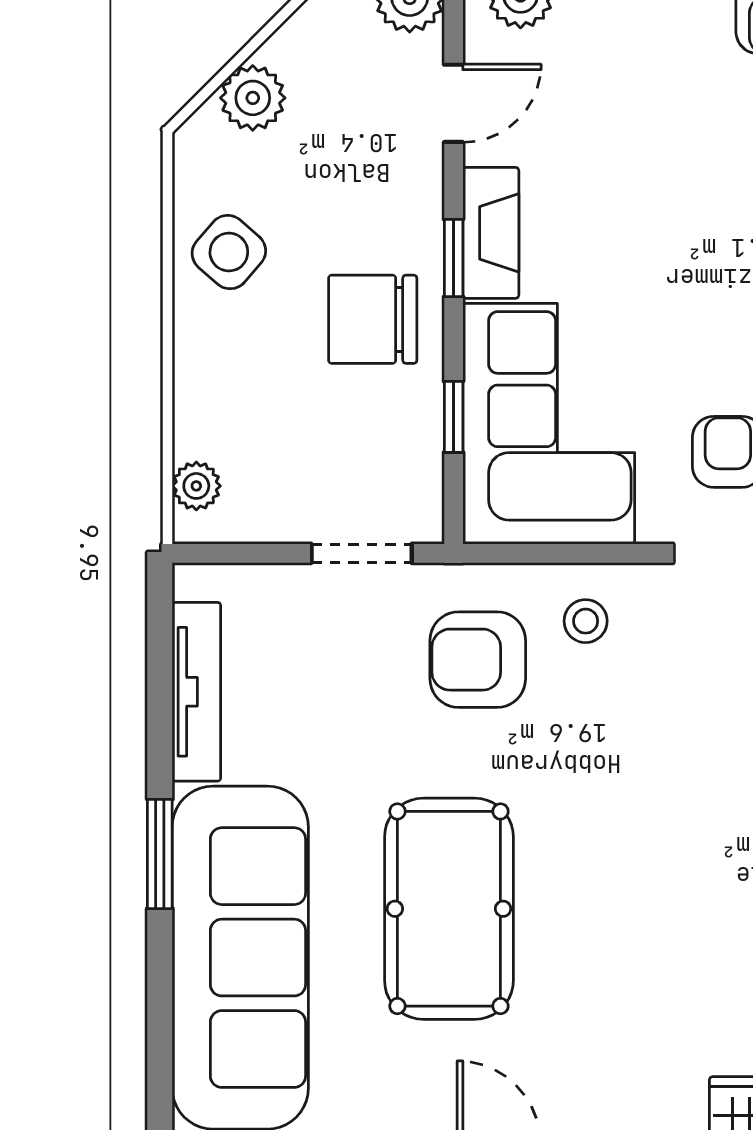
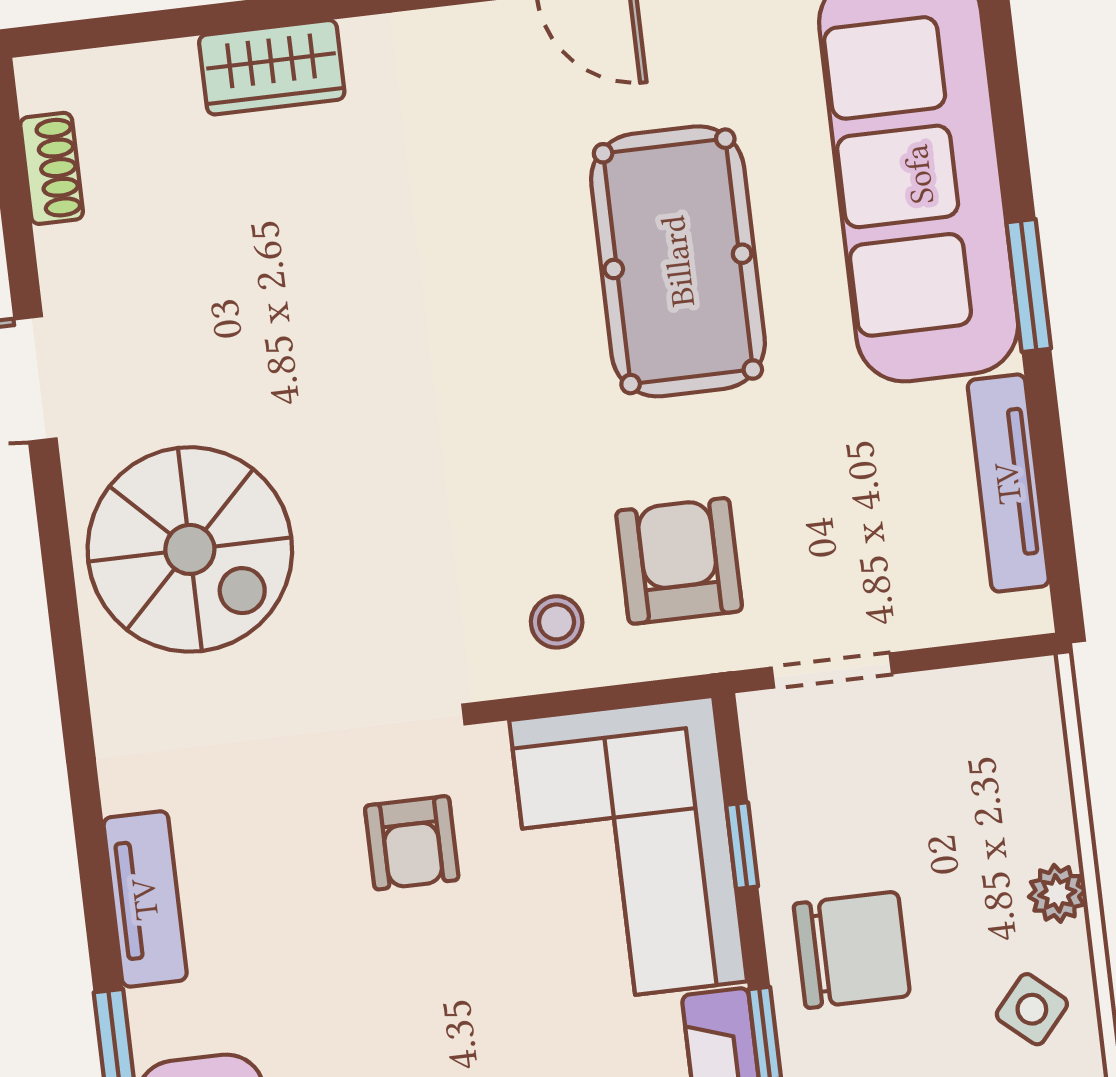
side table: (229, 252) -> (1032, 1009), width x0.73, depth x0.73
plant: (196, 486) -> (1057, 893), moved
armchair: (478, 660) -> (679, 561), turned -90

